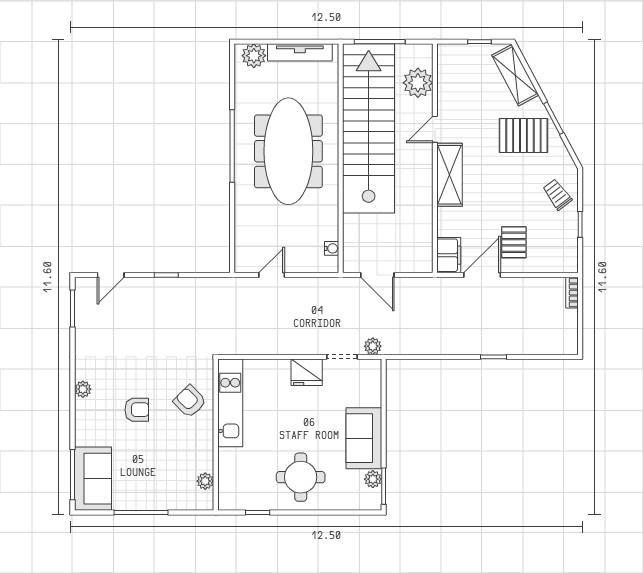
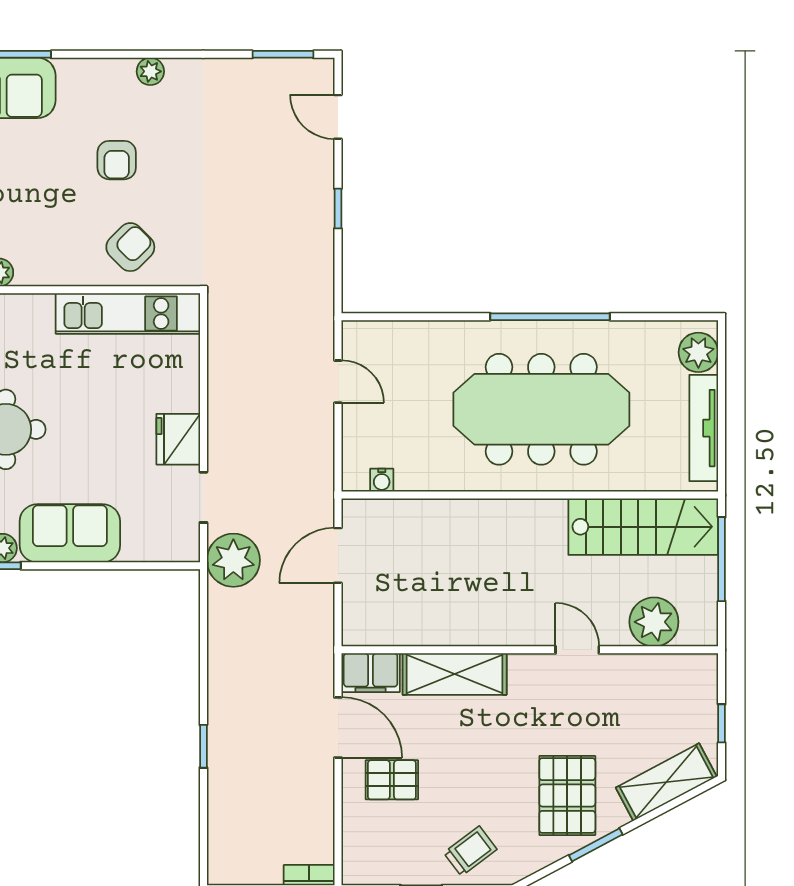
stairs: (369, 128) -> (643, 527), width x0.54, depth x0.66
shelving: (450, 175) -> (455, 674), moved
plant: (373, 346) -> (233, 560), width x1.88, depth x1.88

